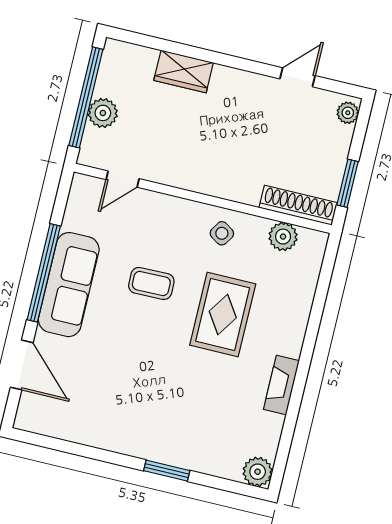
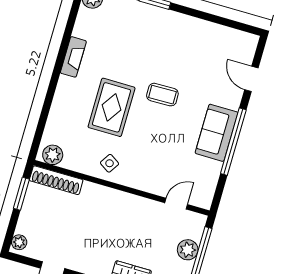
plant: (283, 237) -> (53, 155), moved
coffee table: (151, 283) -> (162, 95), moved
sofa: (69, 285) -> (216, 133), width x0.73
door: (22, 365) -> (251, 79), width x0.73

